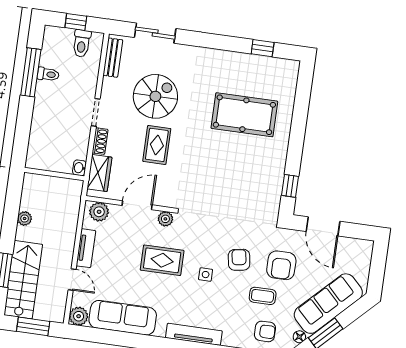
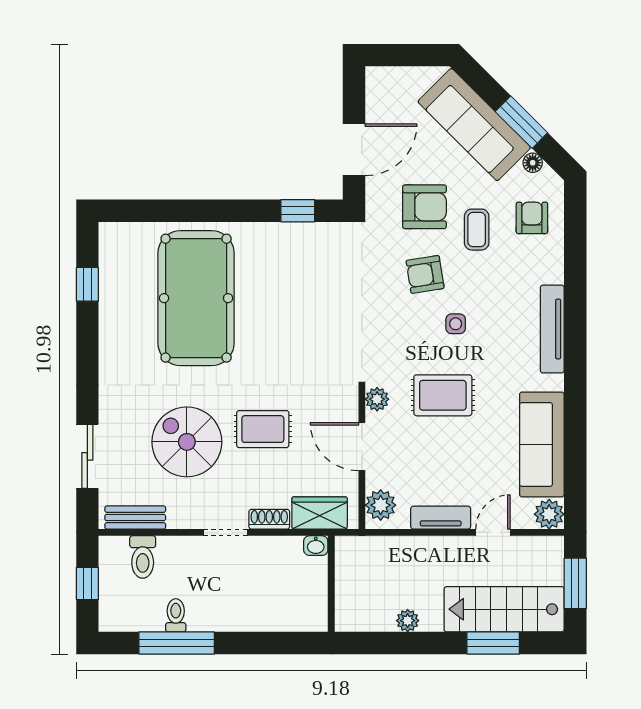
toilet: (82, 43) -> (143, 557), moved, turned 90
pool table: (244, 115) -> (196, 298), width x1.36, depth x1.32
rug: (162, 260) -> (443, 395), turned 90

